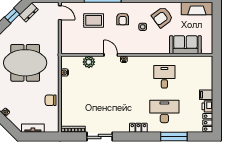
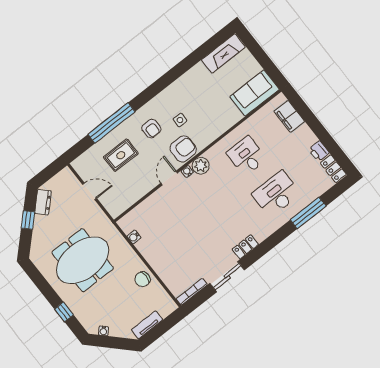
door: (60, 13) -> (90, 191), moved
armchair: (162, 17) -> (183, 149), moved, turned -144
sofa: (185, 45) -> (255, 93), moved
door: (111, 55) -> (169, 178), hinge flipped
plant: (89, 62) -> (201, 166), moved
filing cabinet: (206, 95) -> (289, 116), moved, width x2.00
locker: (138, 128) -> (245, 247), moved

